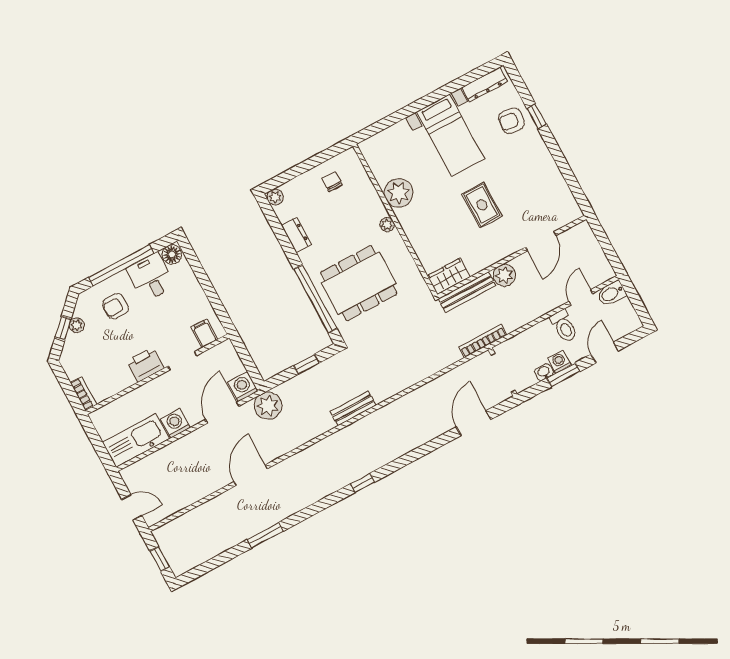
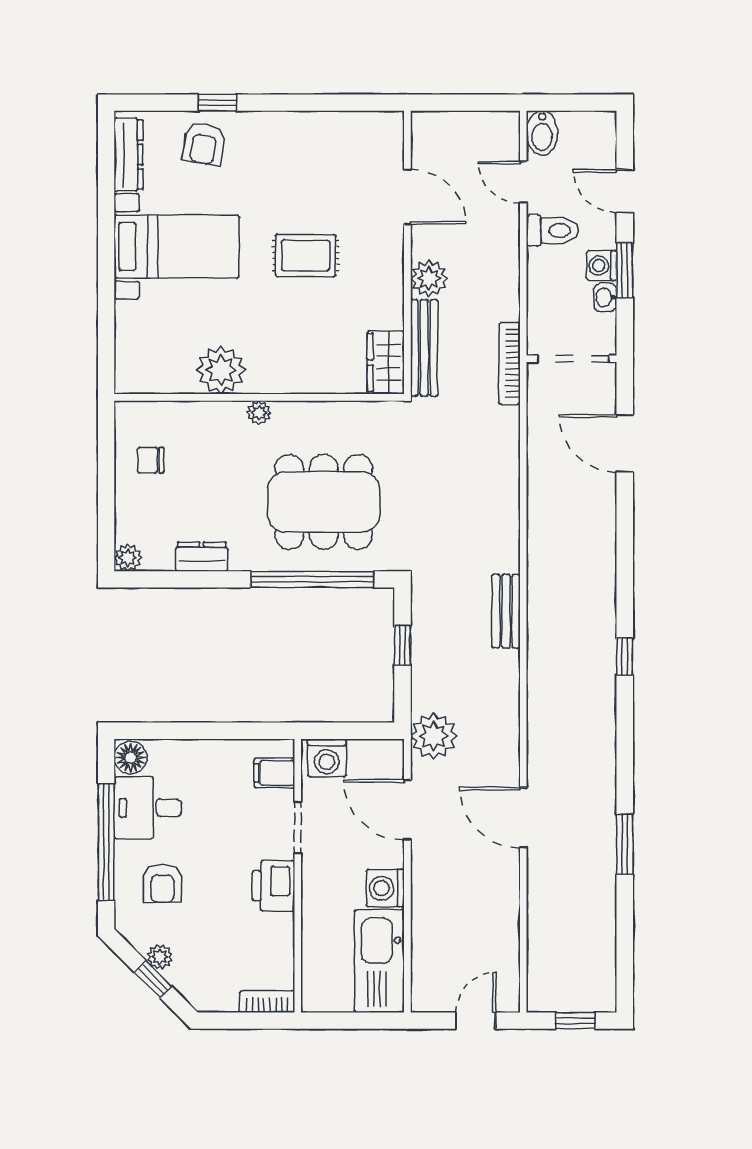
dining table: (359, 283) -> (324, 502), turned 90
washing machine: (243, 387) -> (327, 758), moved, turned -90

